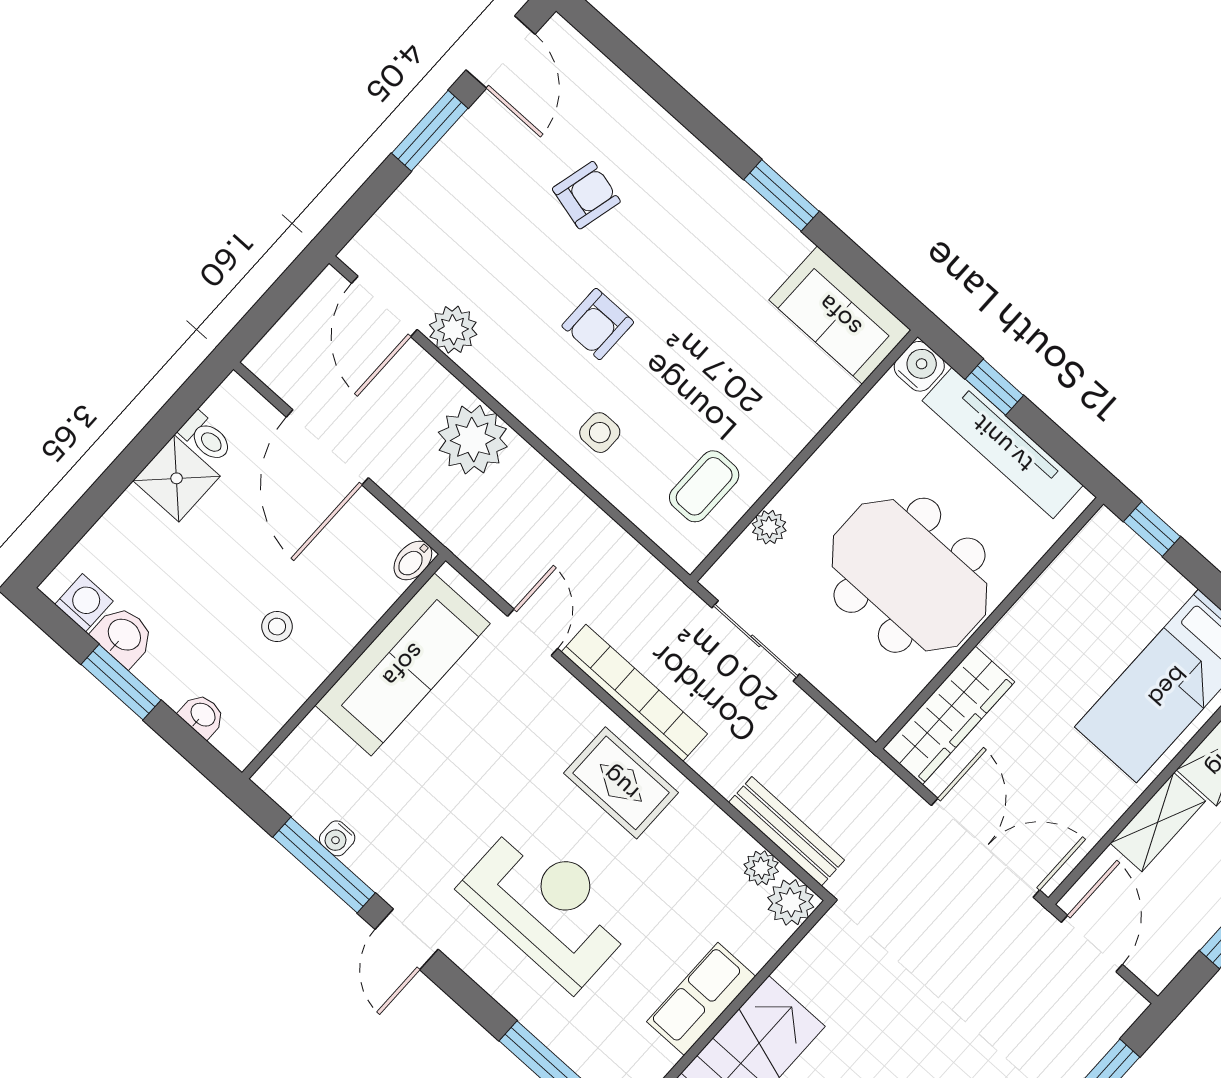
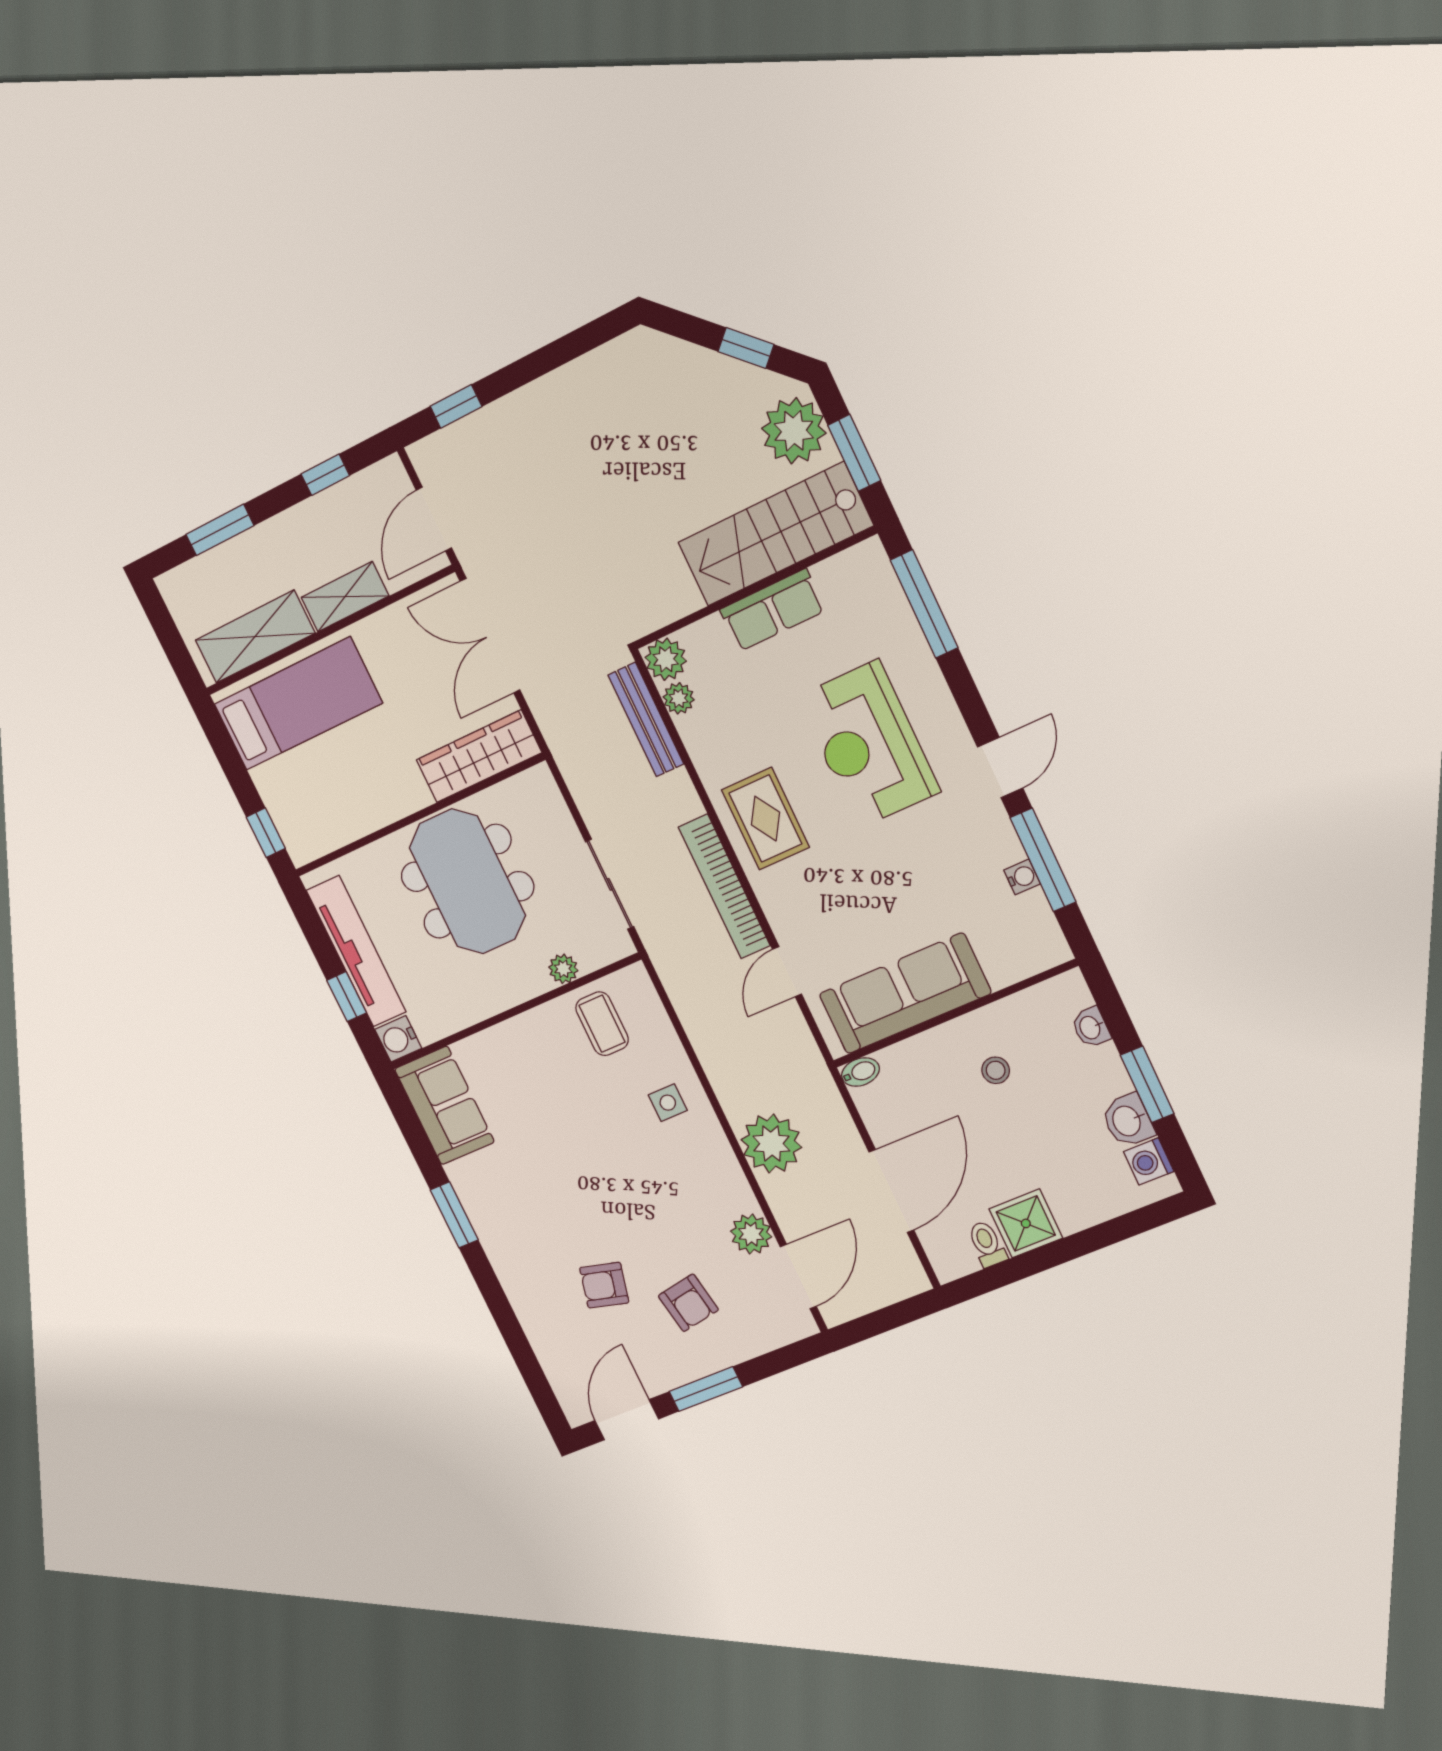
armchair: (598, 324) -> (688, 1303), moved, turned 80
coffee table: (704, 486) -> (602, 1024), turned 90

